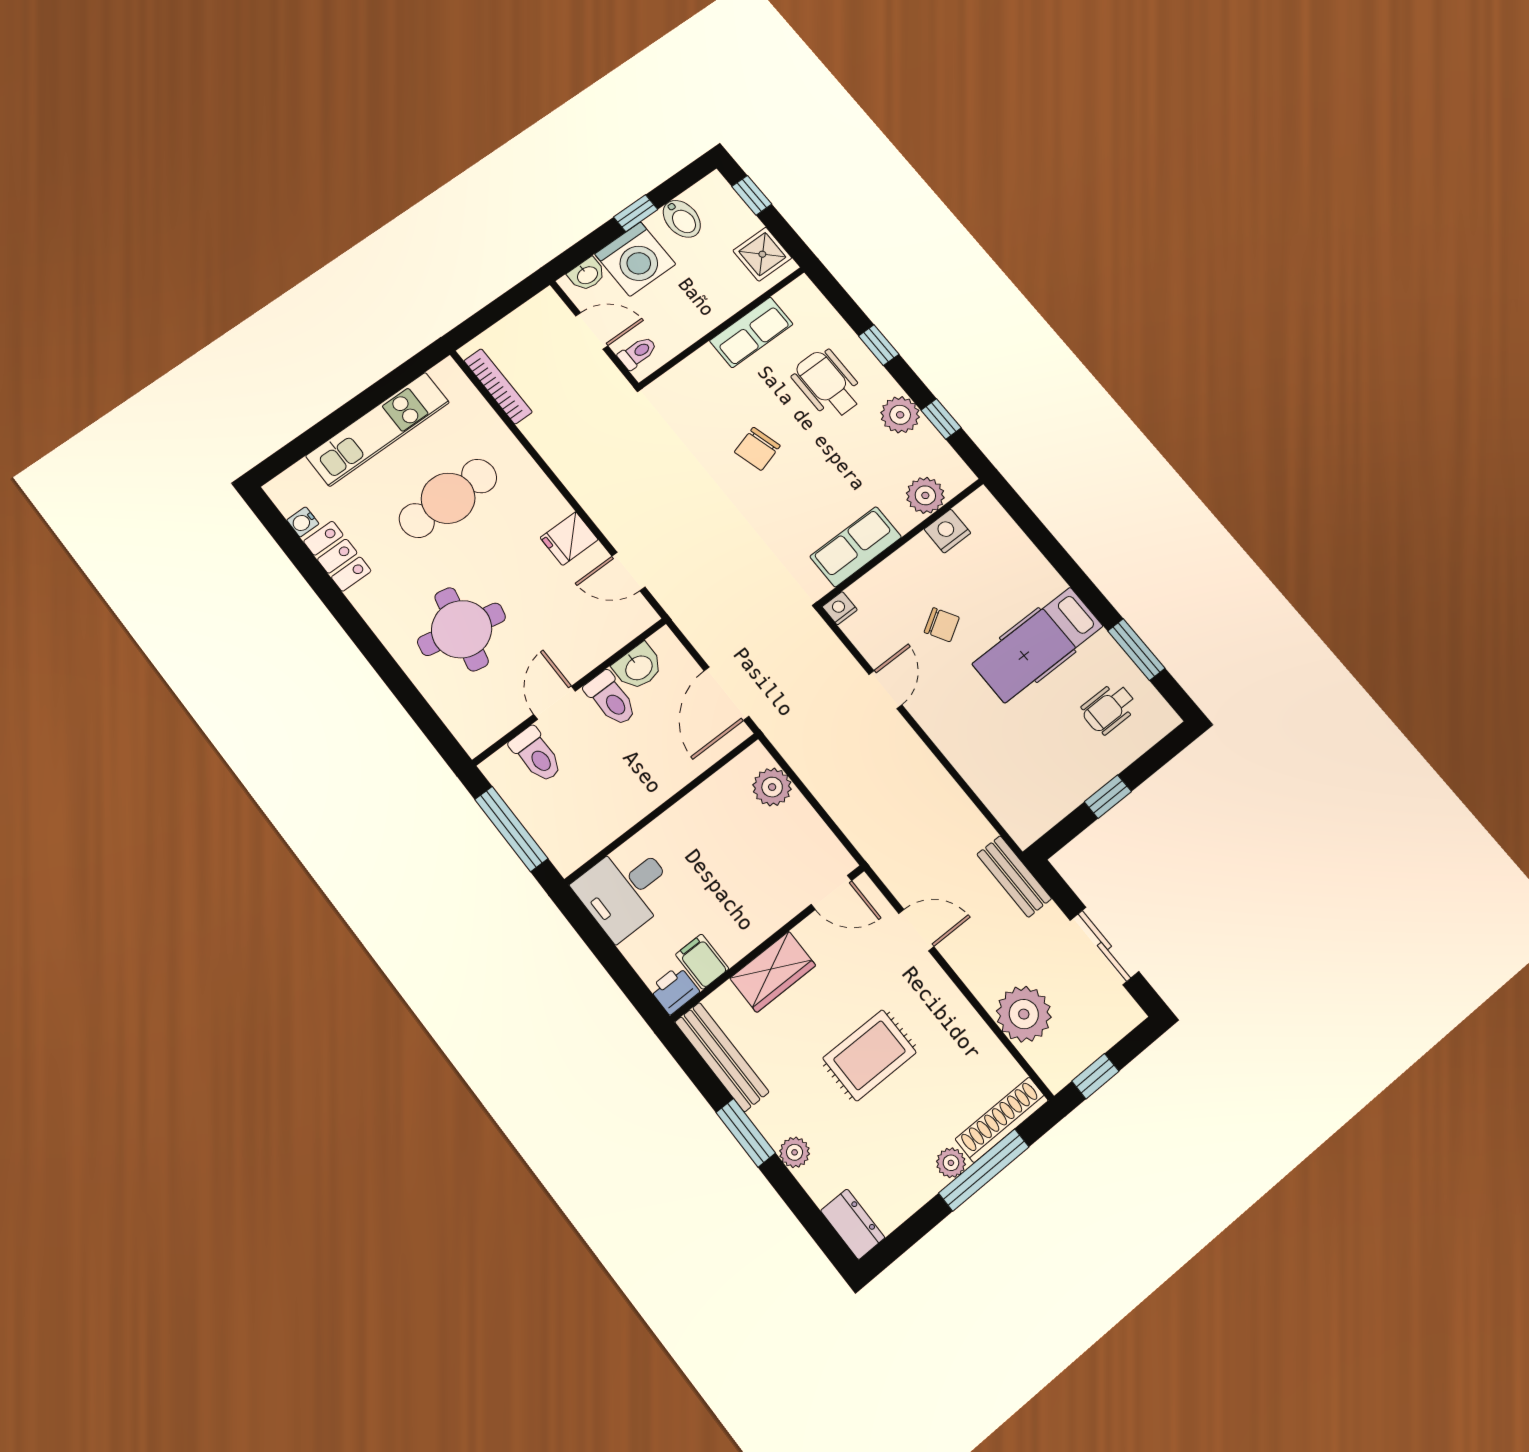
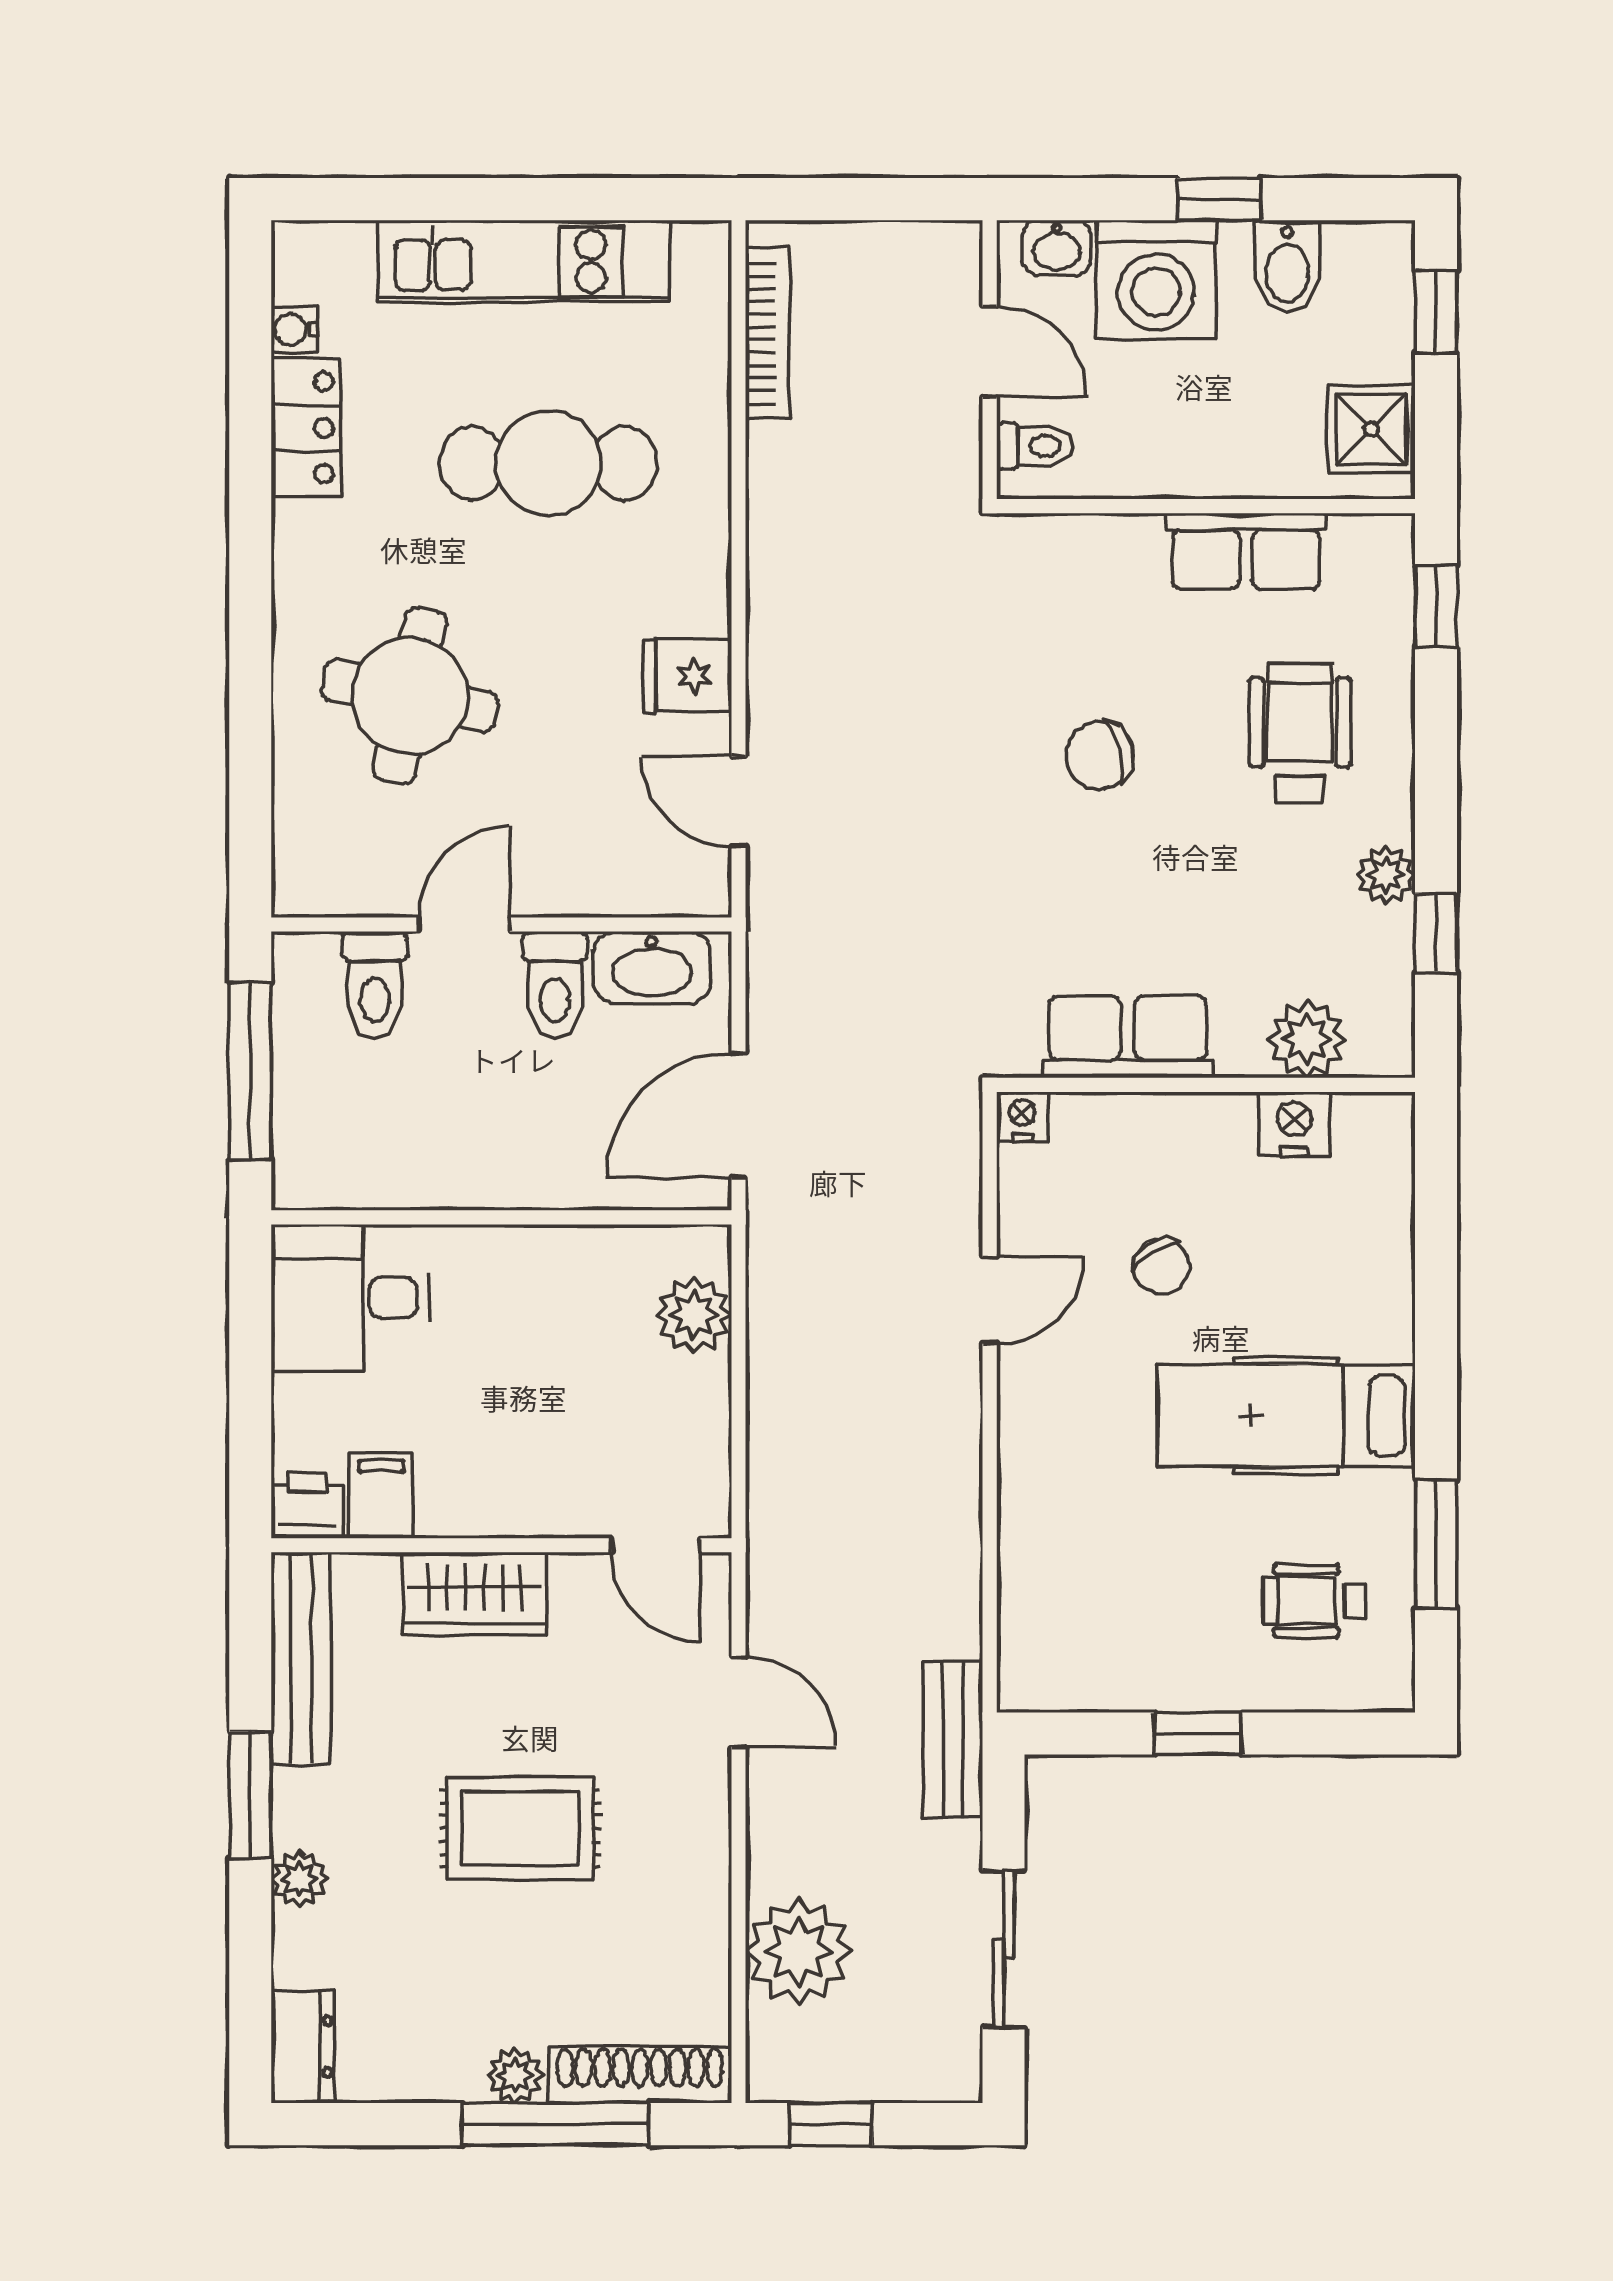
window: (879, 345) -> (1436, 606), moved
plant: (900, 415) -> (1386, 875), width x0.73, depth x0.73
washbasin: (638, 667) -> (652, 967), width x1.38

